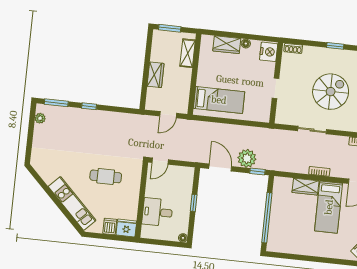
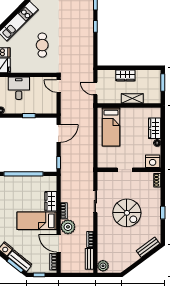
shelving: (188, 53) -> (132, 99), moved
plant: (247, 158) -> (68, 227), moved

